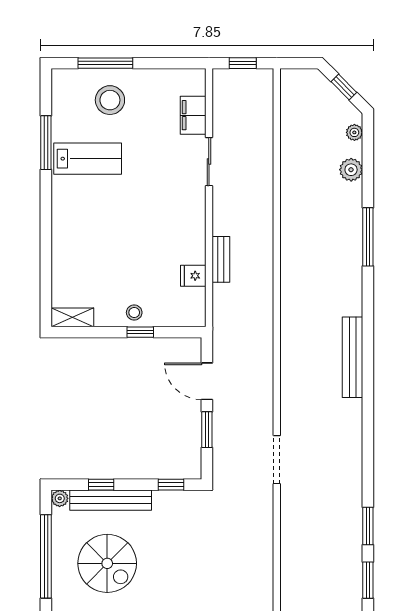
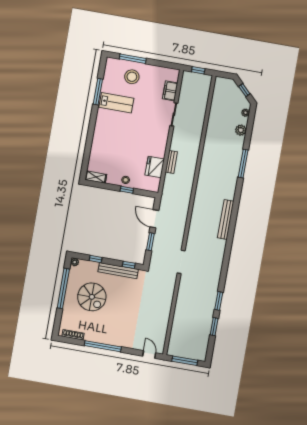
fridge: (193, 276) -> (155, 167), width x1.88, depth x1.34
bench: (111, 500) -> (118, 271), moved

